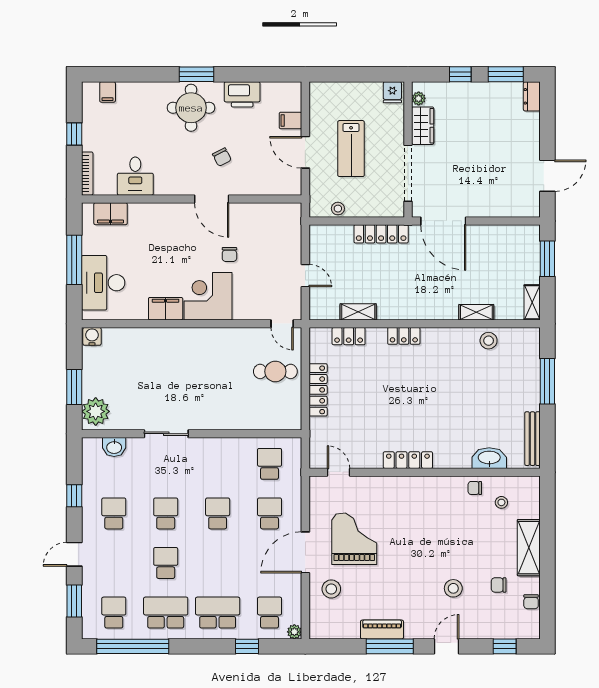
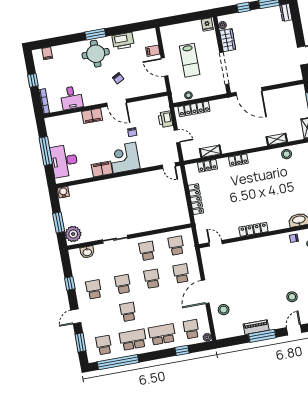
filing cabinet: (111, 214) -> (92, 116), moved
locker: (381, 234) -> (194, 109), moved
printer: (291, 243) -> (165, 119), added
cafe table: (275, 371) -> (170, 193), removed
school desk: (218, 464) -> (147, 251), added
grand piano: (354, 539) -> (231, 279), removed

